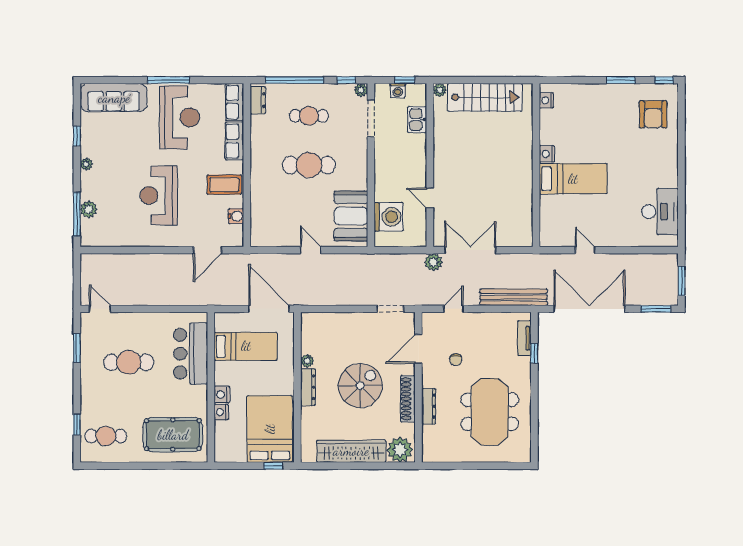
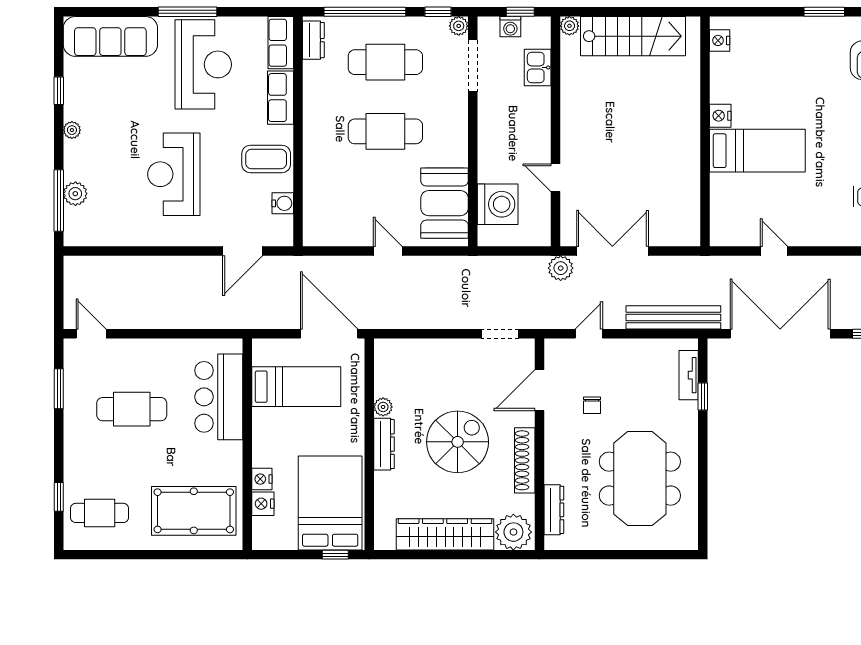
cafe table: (309, 116) -> (385, 62), width x1.37, depth x1.35
nightstand: (222, 395) -> (263, 504), moved
dresser: (429, 406) -> (554, 510), moved

